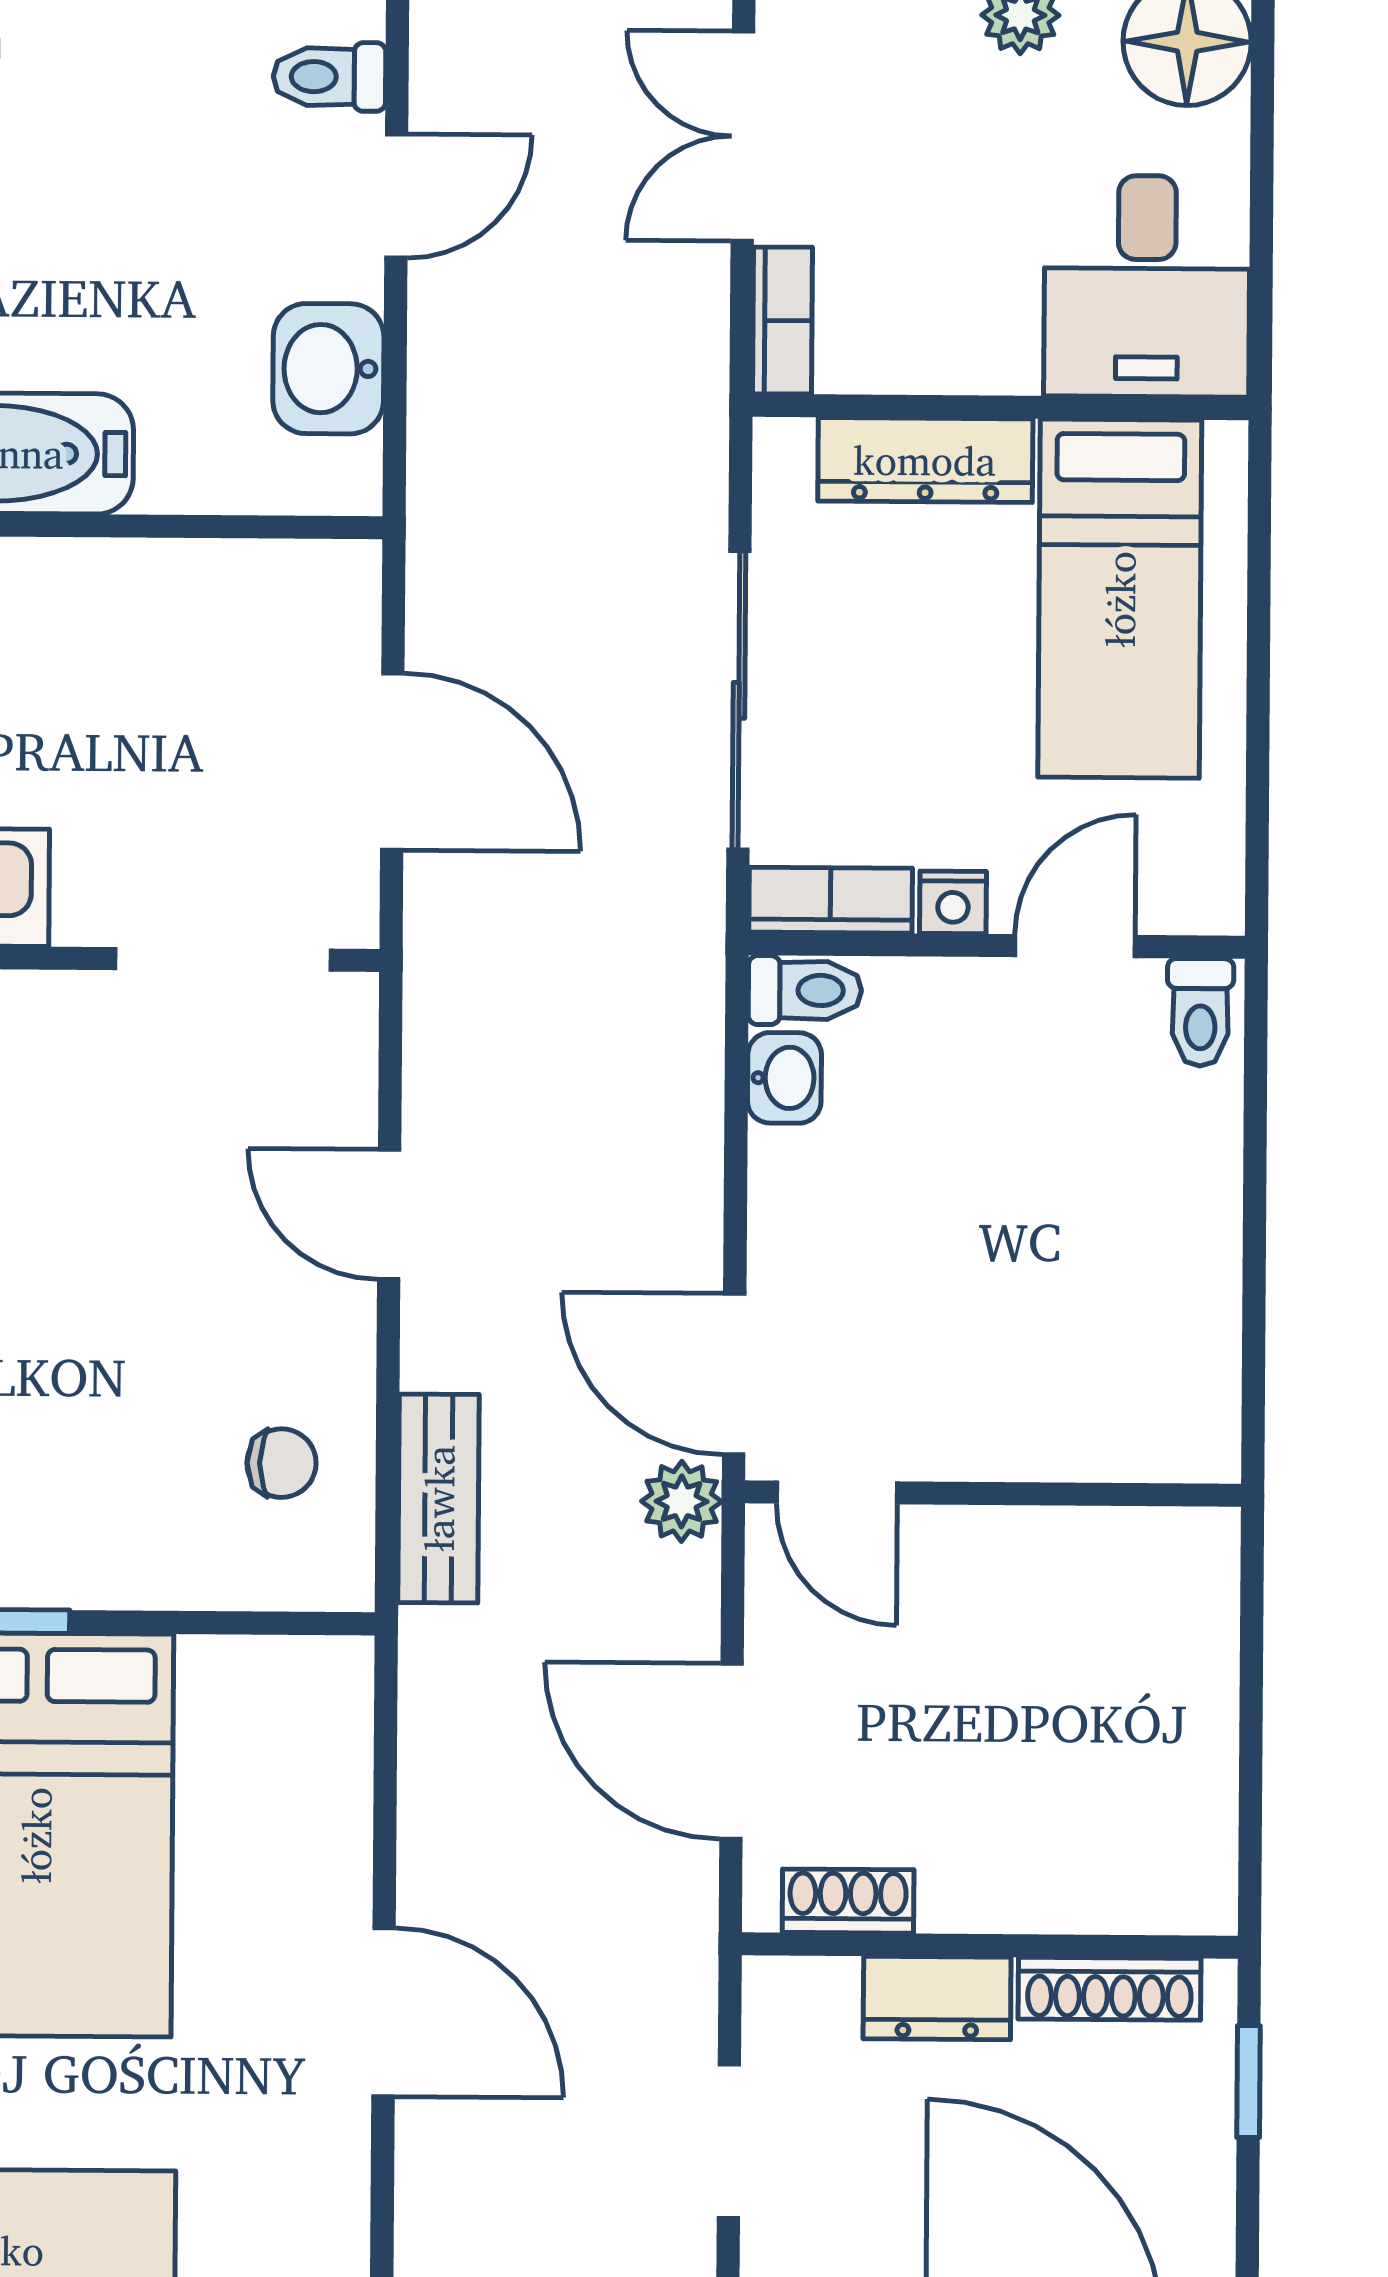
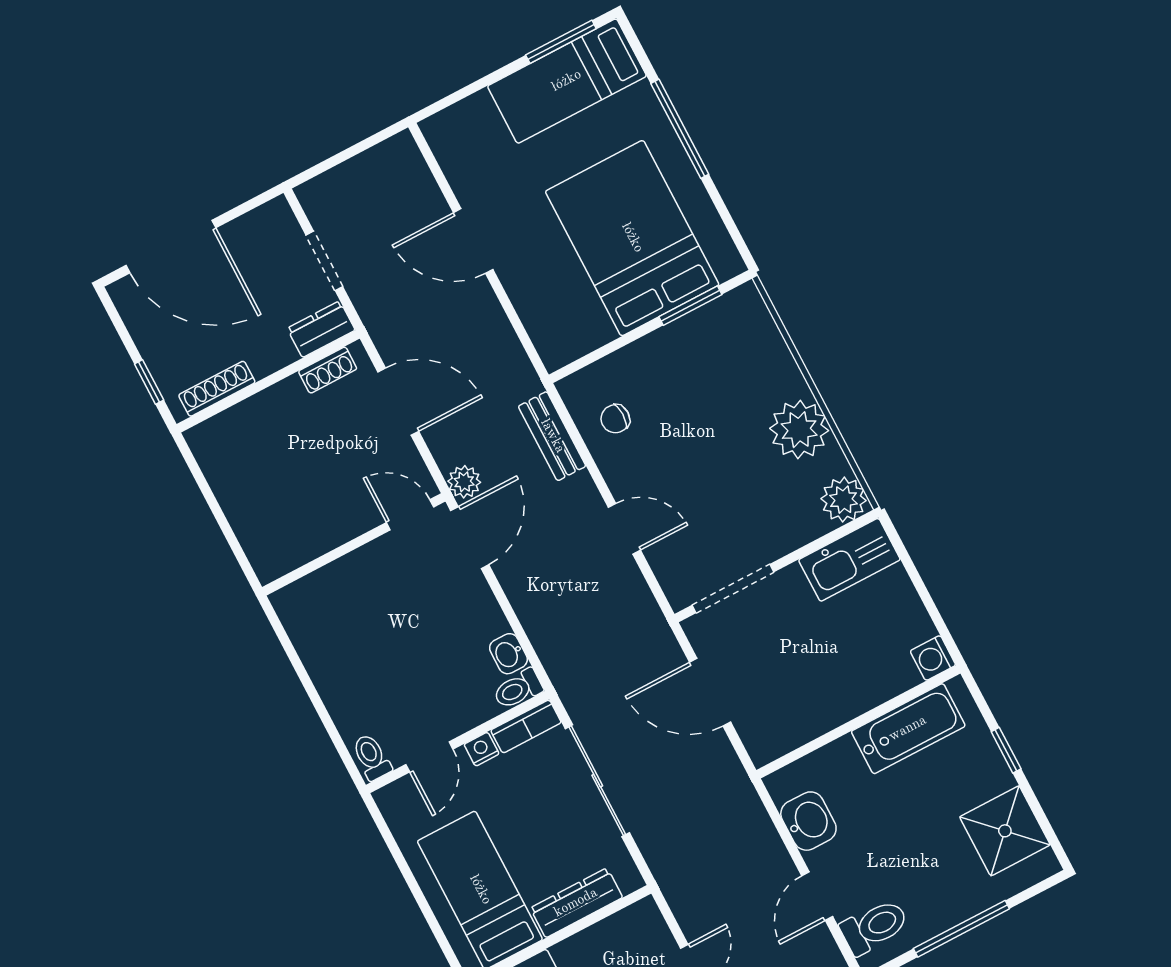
toilet: (329, 77) -> (874, 927), width x1.37, depth x1.39
bookcase: (783, 320) -> (654, 926), removed
door: (734, 1374) -> (470, 538), hinge flipped
dresser: (937, 1998) -> (321, 329), moved

